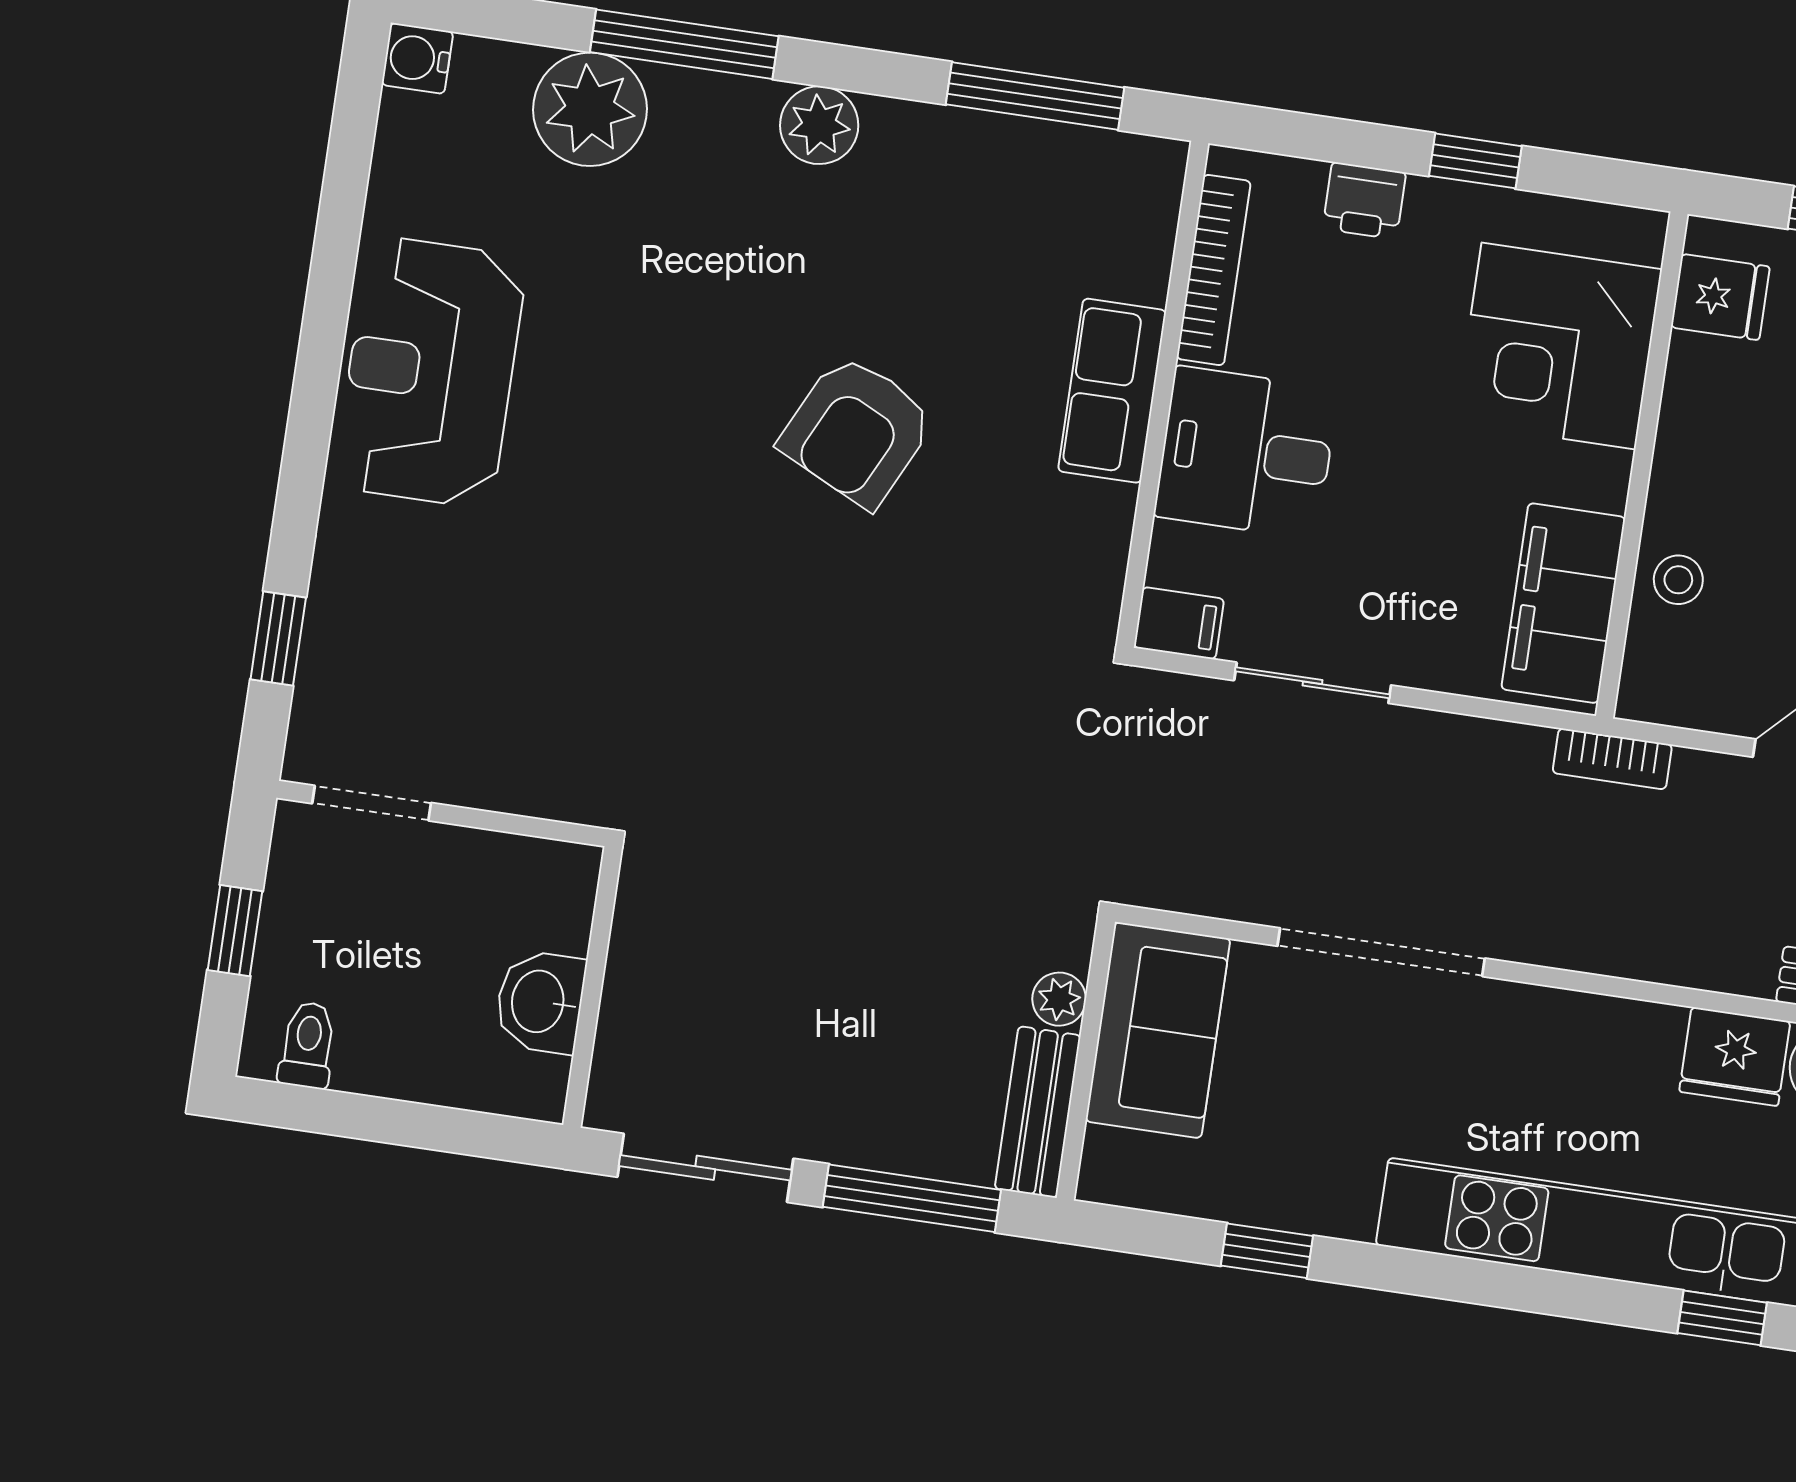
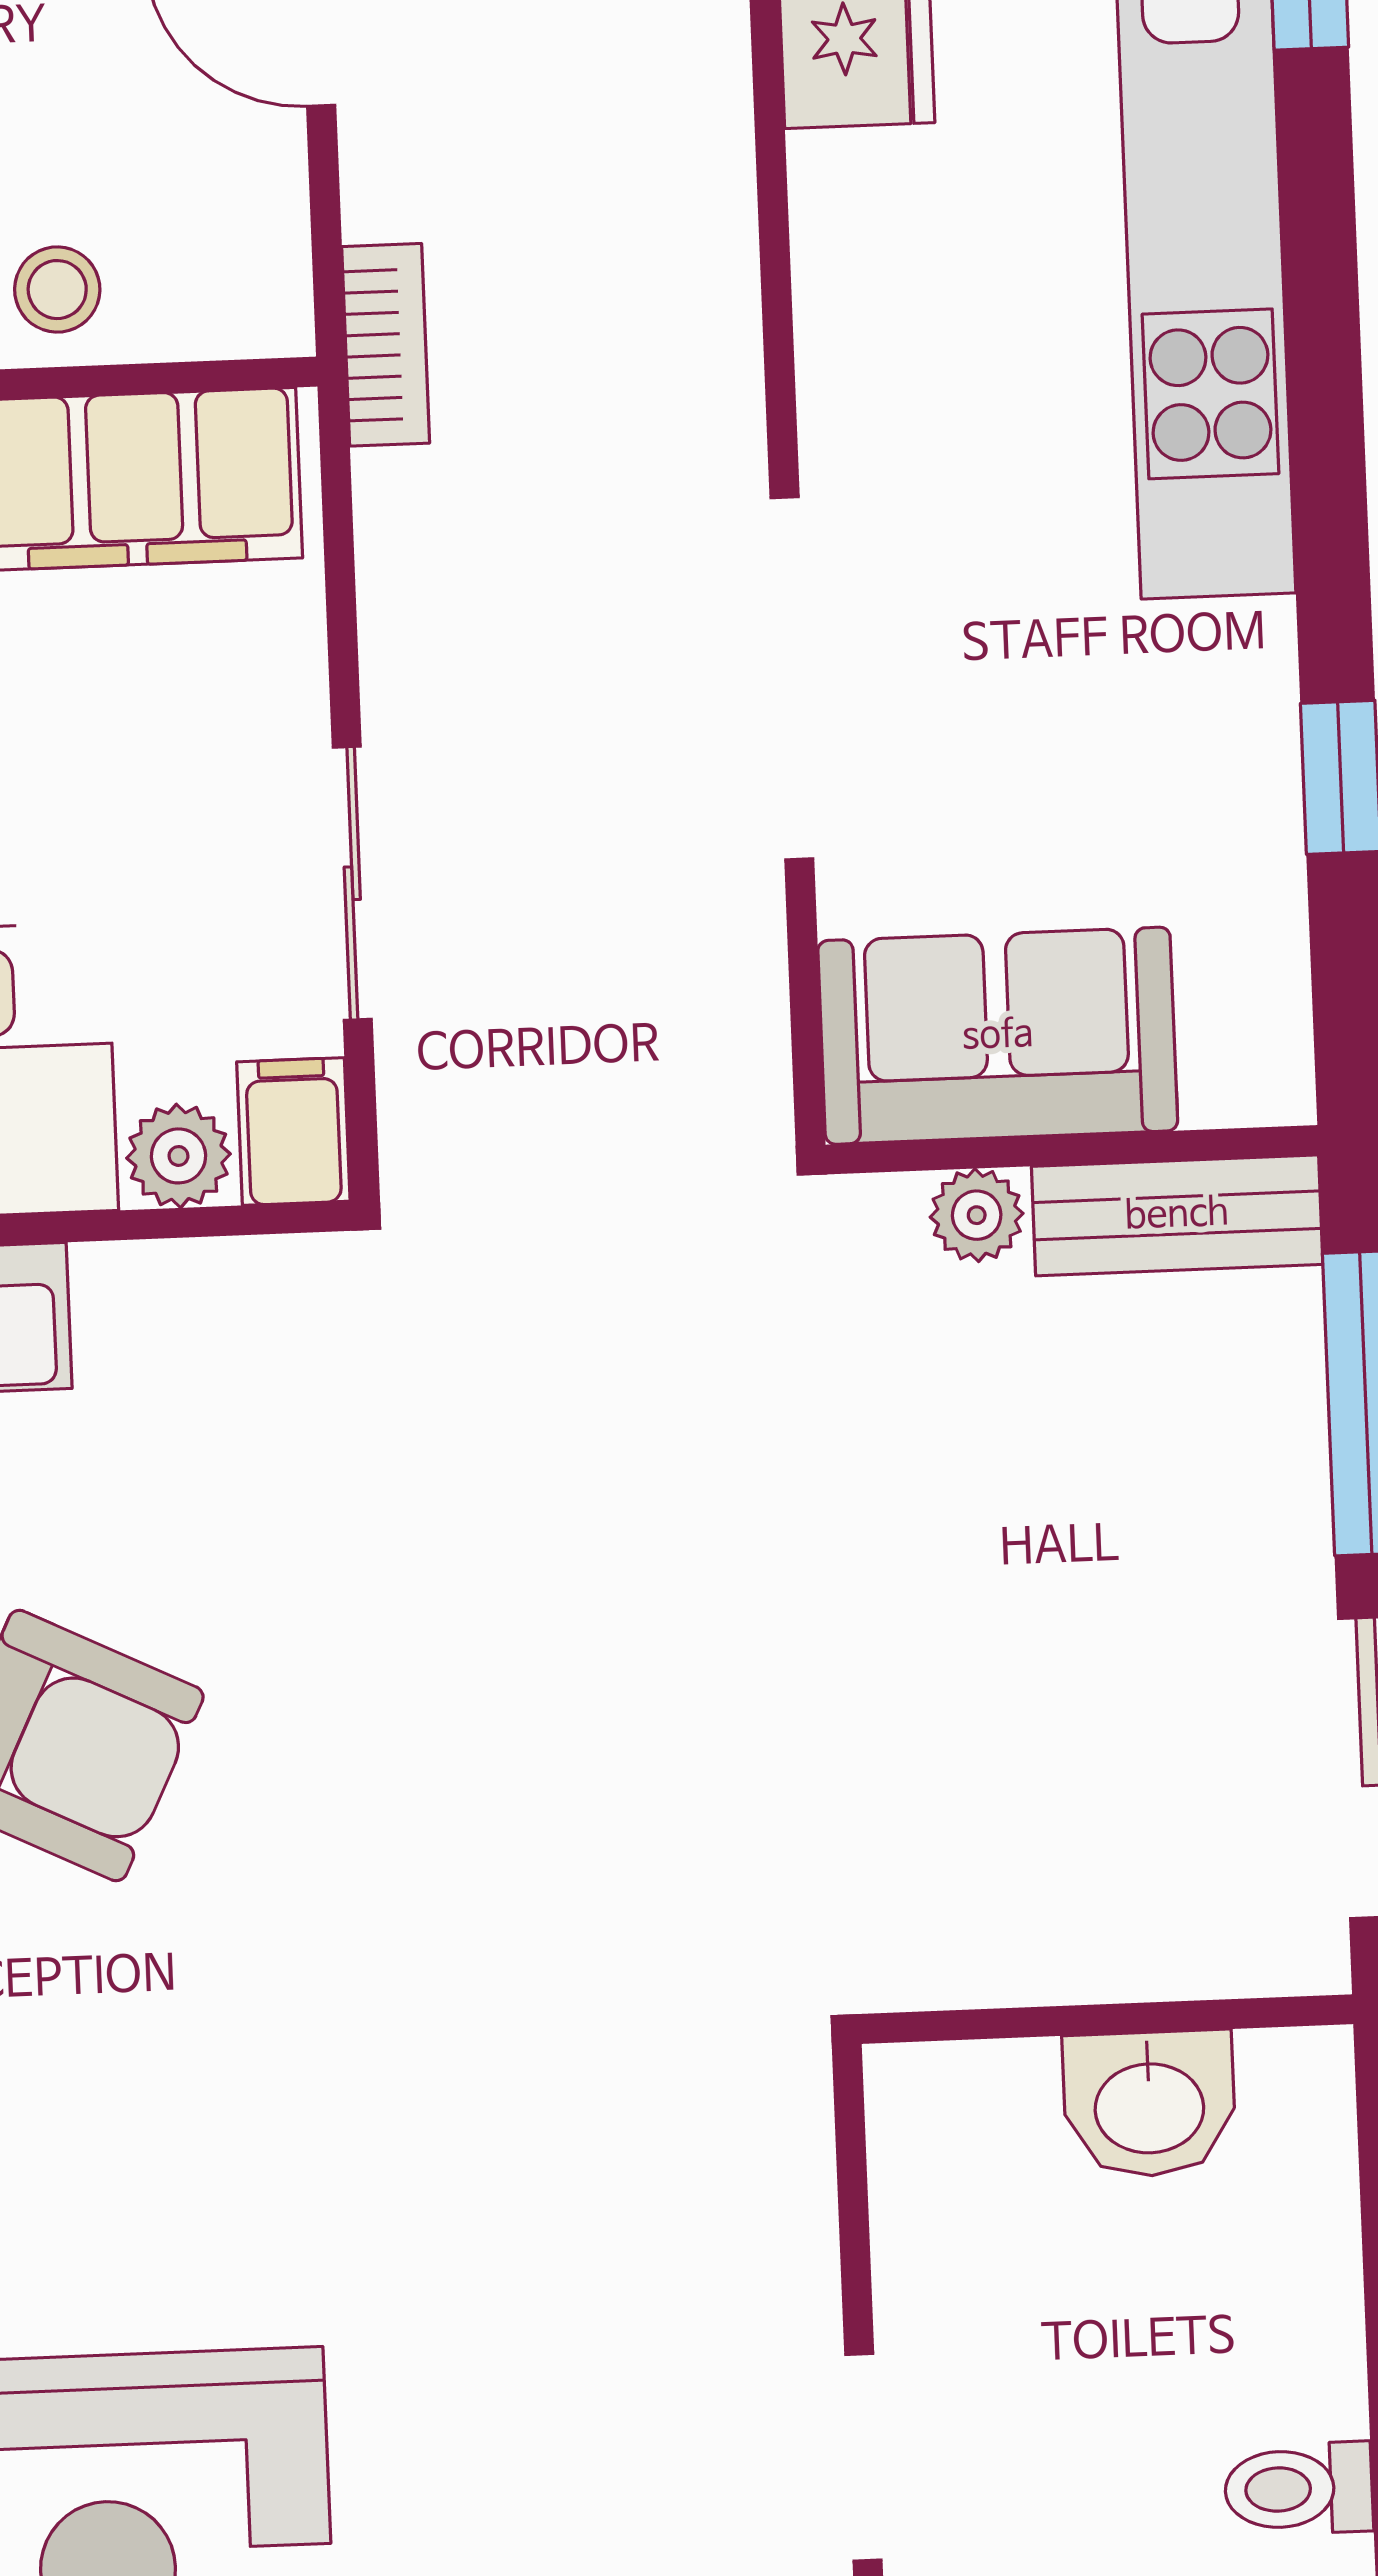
plant: (1177, 556) -> (178, 1156), added

